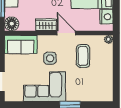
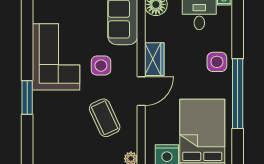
coffee table: (83, 56) -> (105, 118), turned 65

